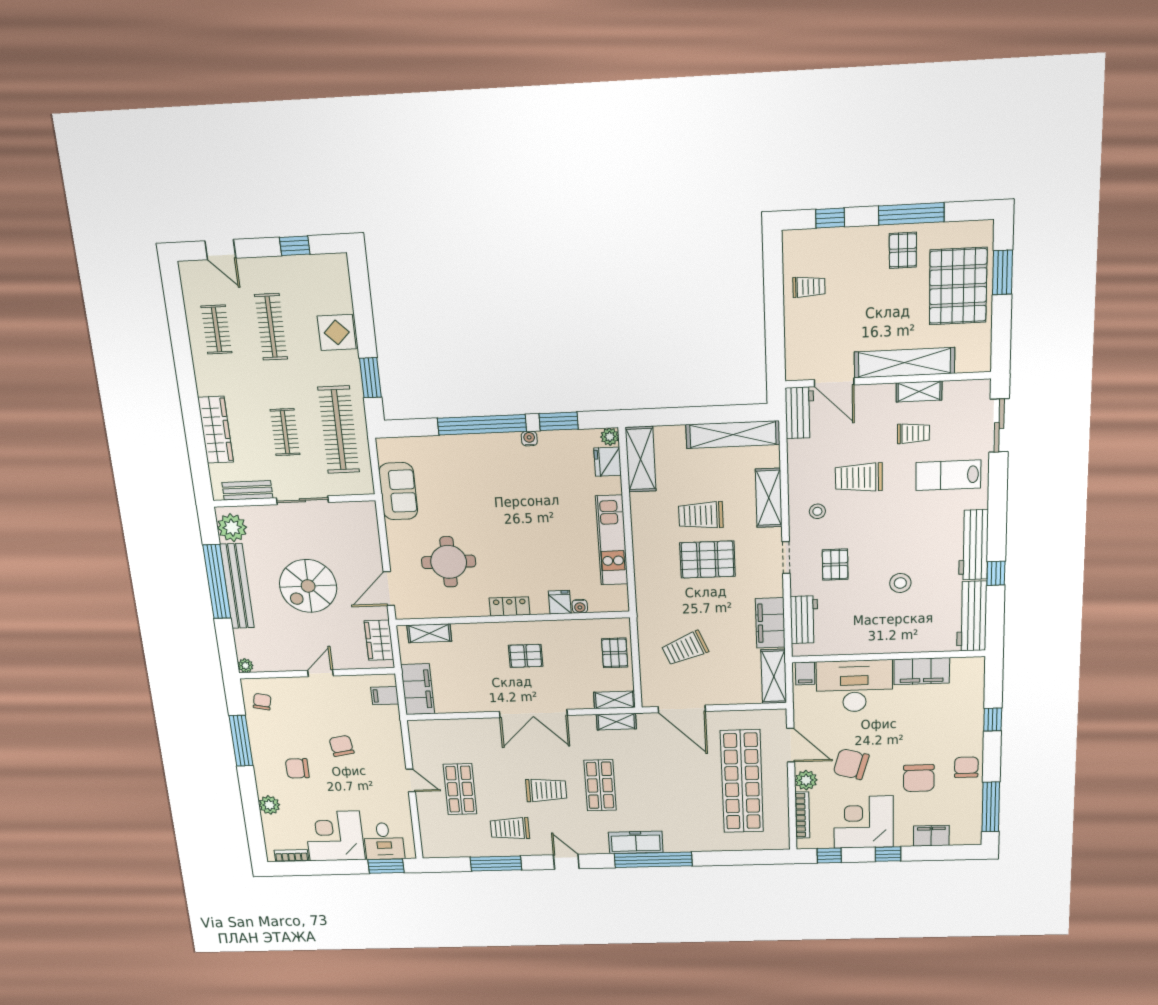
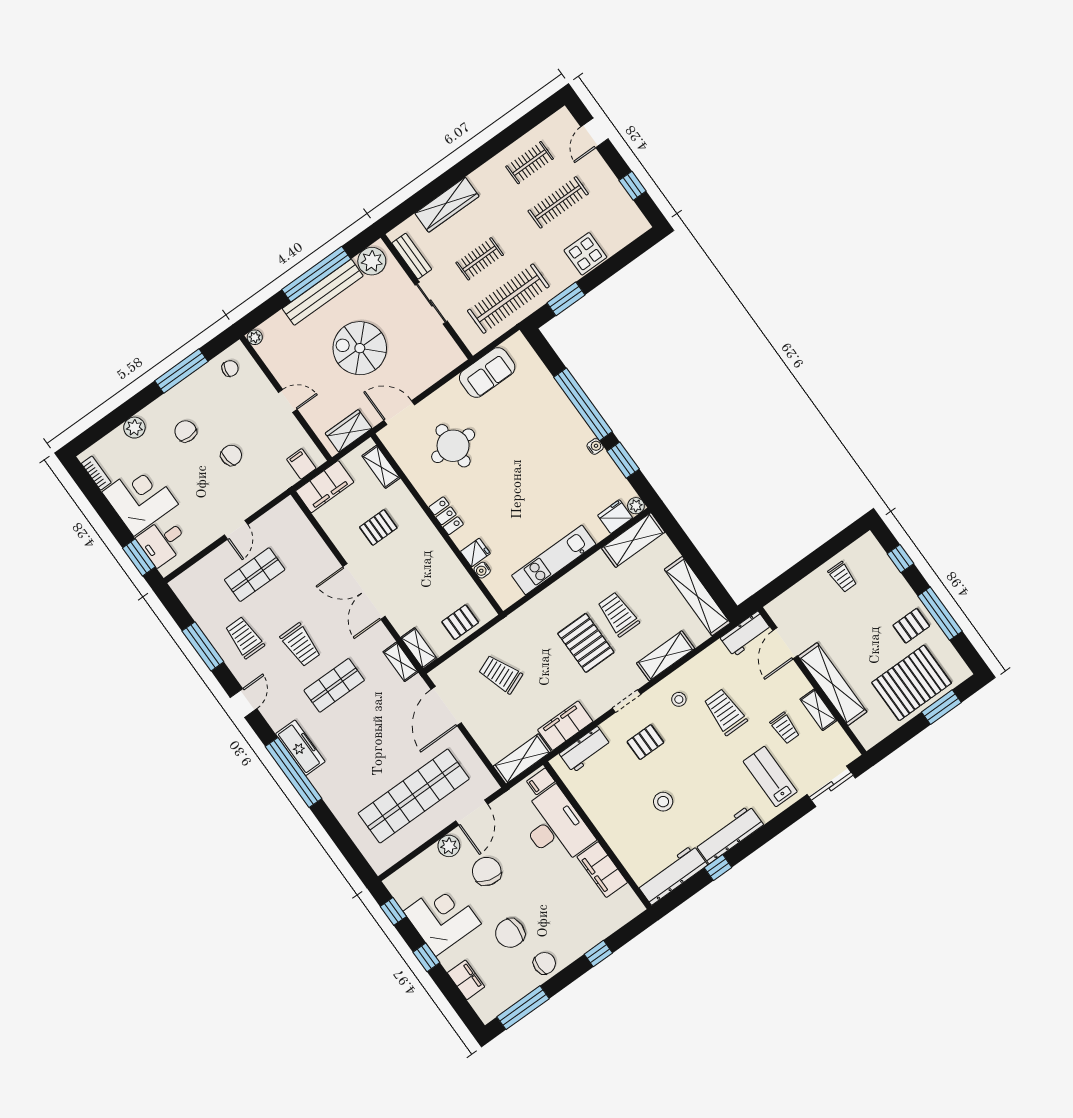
pallet: (526, 656) -> (378, 527), moved, turned 90
bookcase: (802, 815) -> (416, 865), removed

